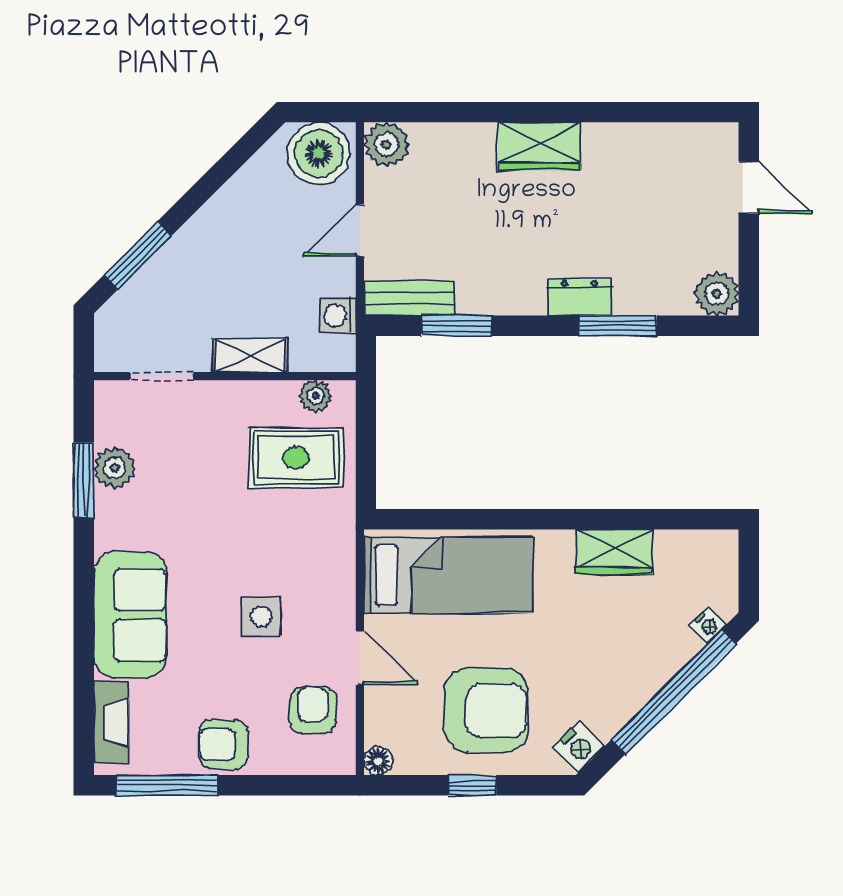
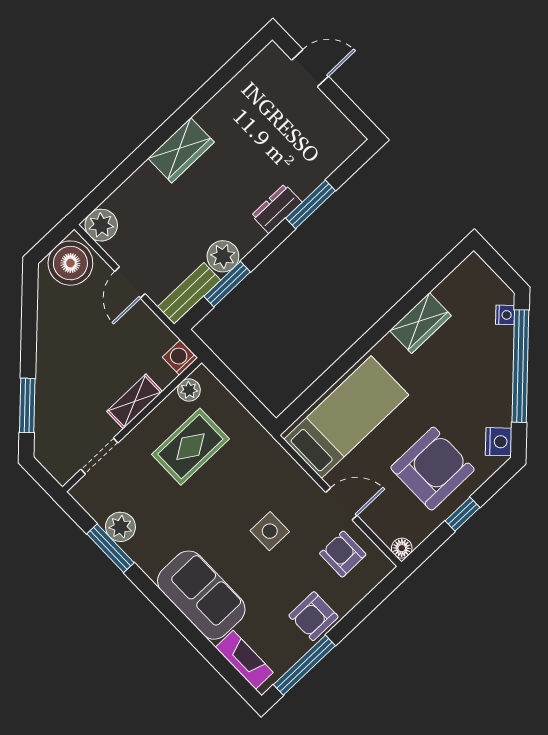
plant: (717, 294) -> (223, 256), moved
washing machine: (338, 315) -> (180, 357), moved, turned 90
rug: (296, 458) -> (190, 447), moved

